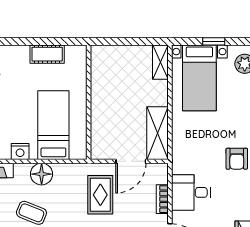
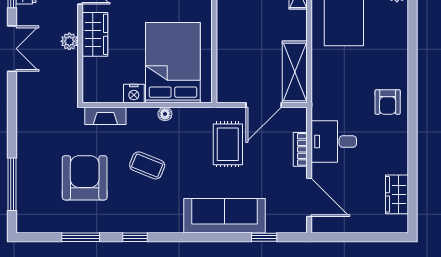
bed: (53, 125) -> (173, 63), width x1.50
floor lamp: (42, 174) -> (165, 114), width x0.53, depth x0.53

